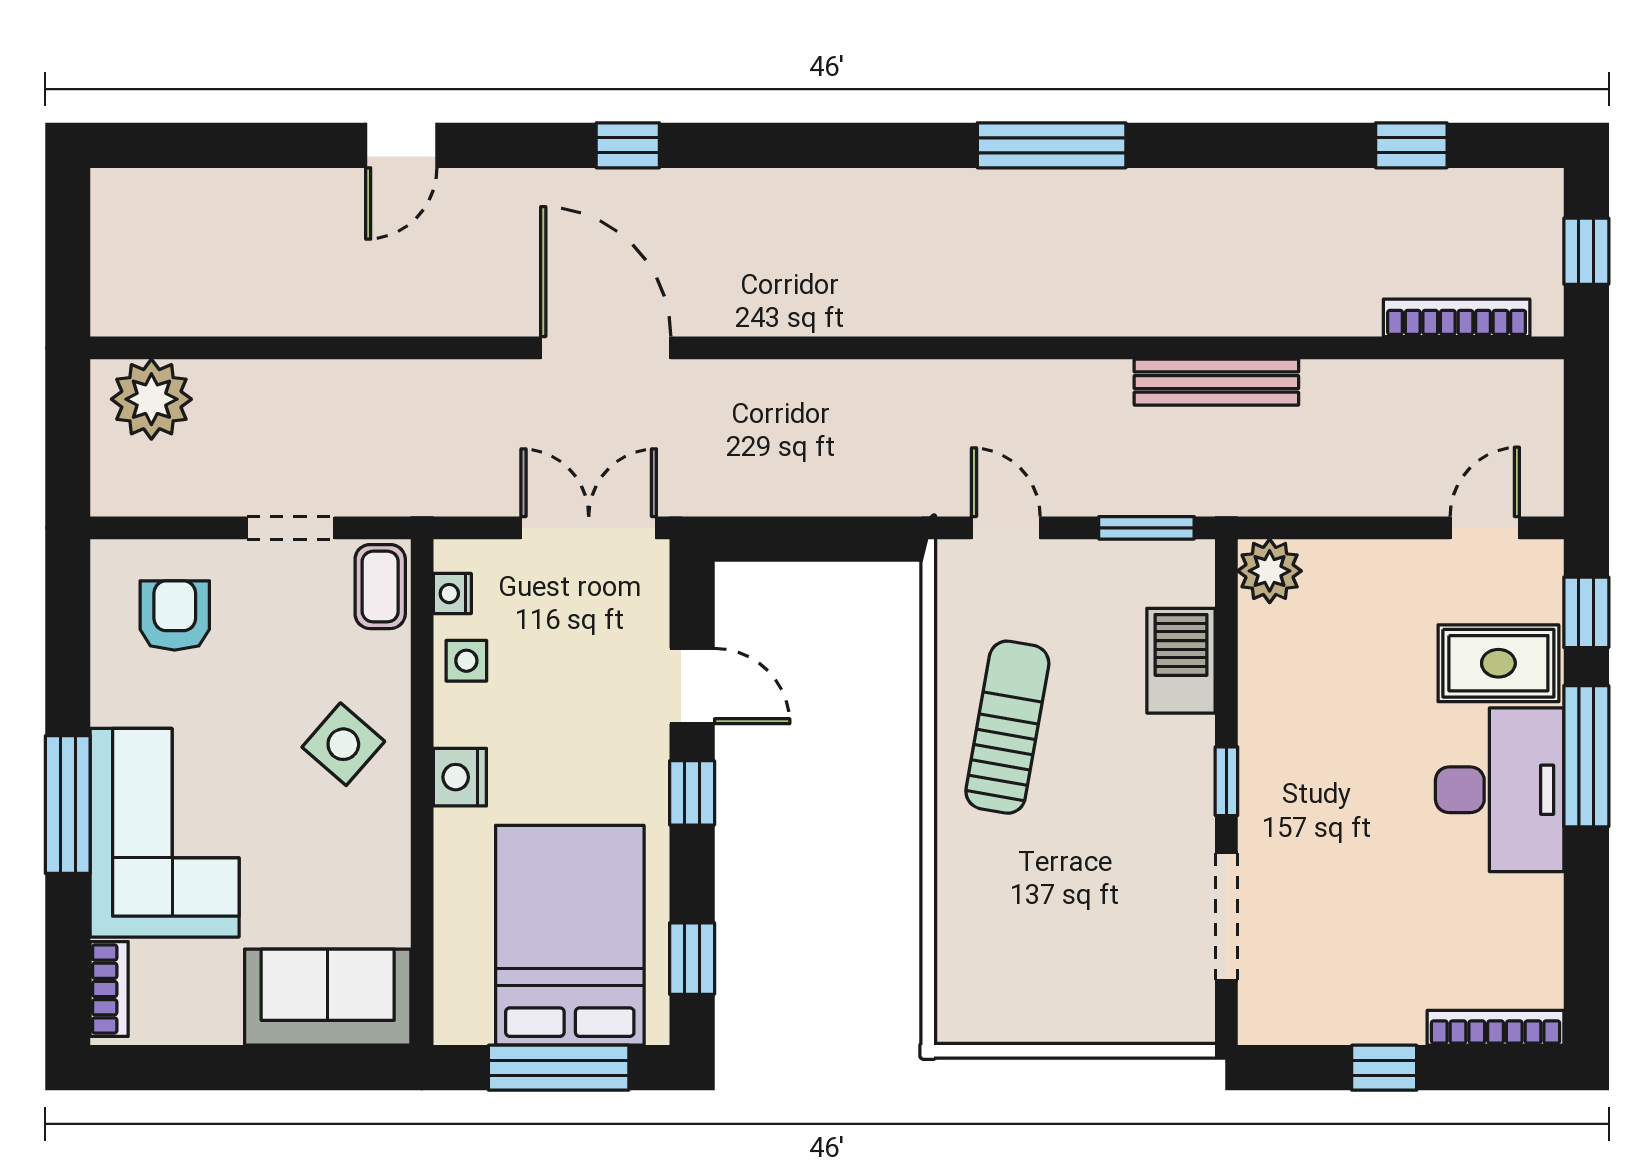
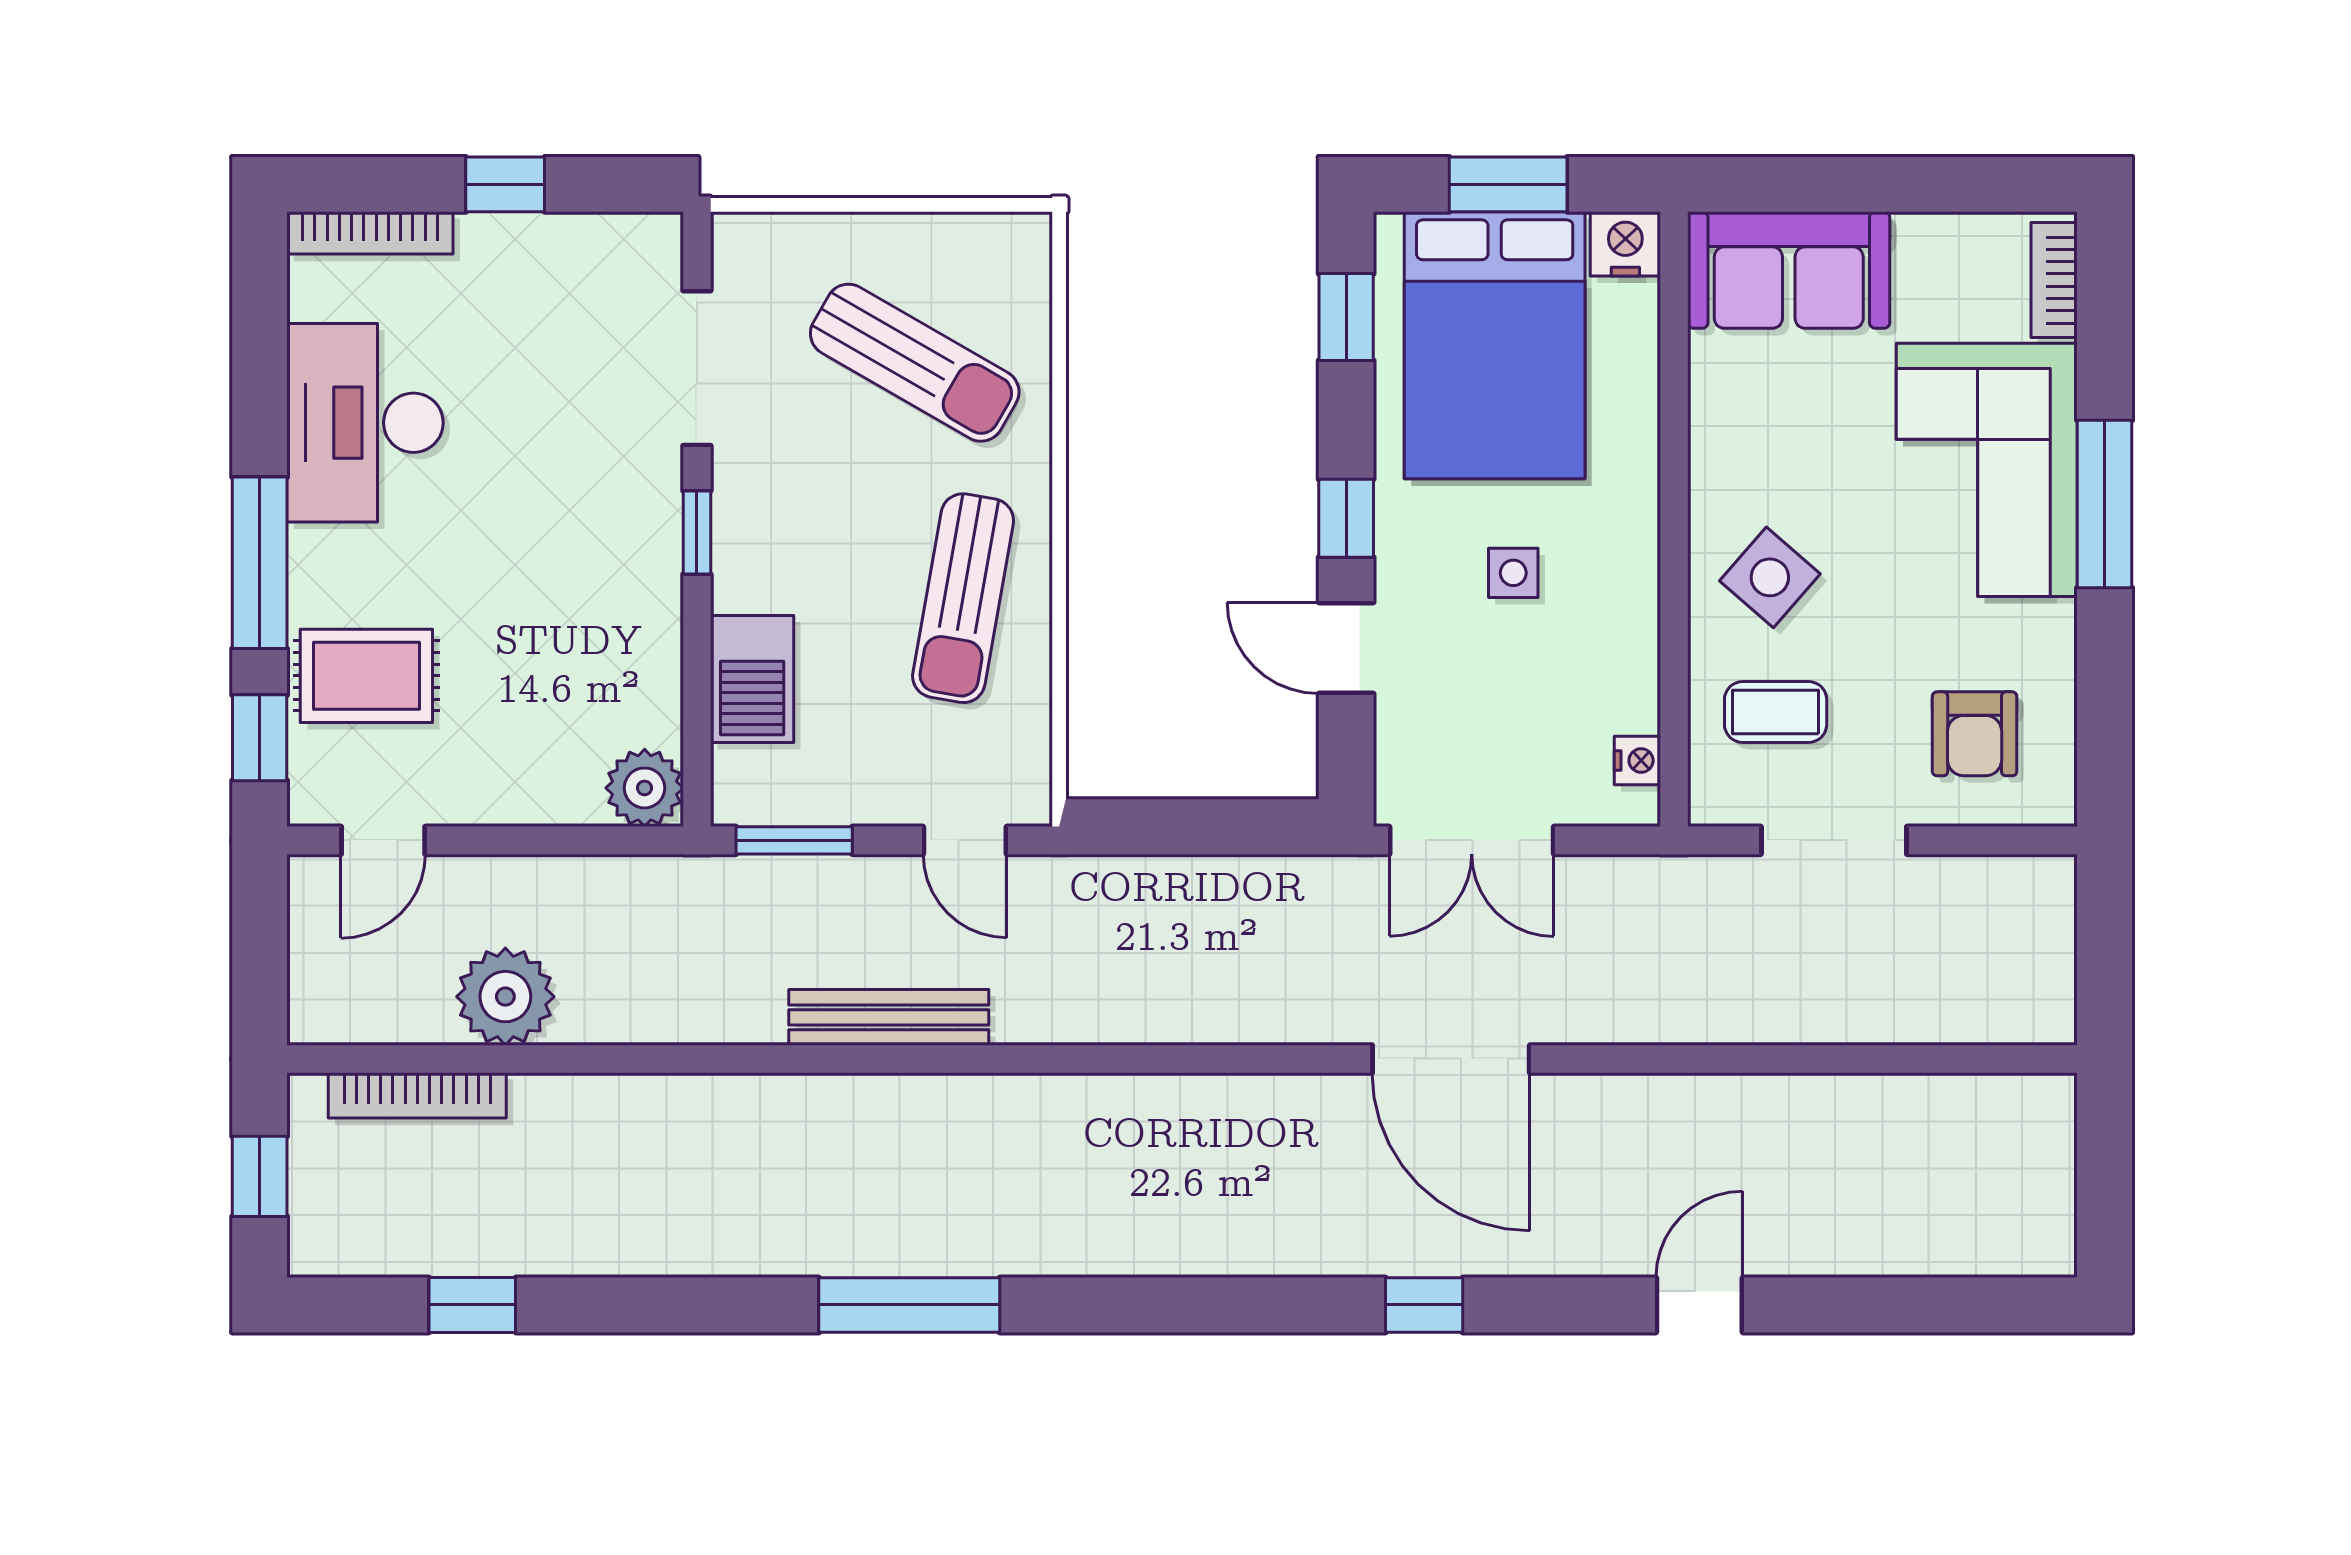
bench: (1216, 382) -> (889, 1017), moved
plant: (151, 399) -> (505, 997), moved
doorway: (291, 528) -> (1834, 840), width x1.38
coffee table: (380, 587) -> (1776, 712), moved, turned 90
side table: (466, 661) -> (1513, 573), moved
nightstand: (460, 777) -> (1625, 244), moved, turned -90
desk: (1500, 790) -> (365, 423), moved
sun lounger: (1047, 921) -> (915, 363), added
window: (559, 1068) -> (1508, 184), width x0.69

